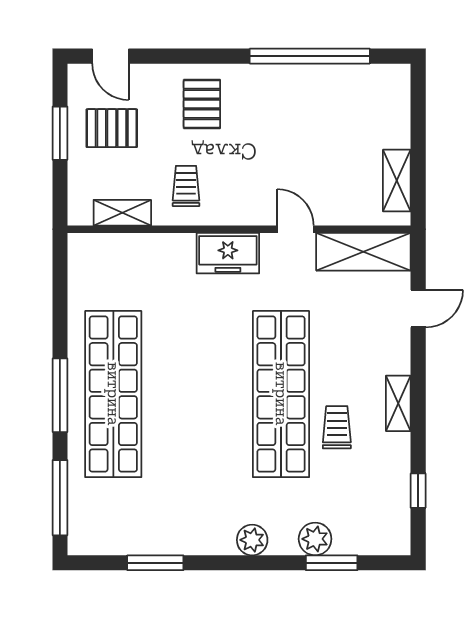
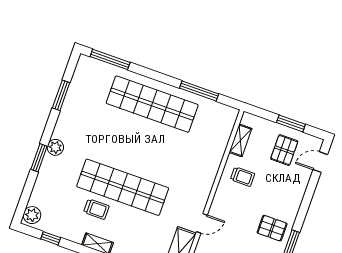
pallet: (202, 104) -> (272, 228), moved
freezer: (228, 253) -> (202, 186), removed
window: (60, 395) -> (199, 91), moved
plant: (315, 539) -> (32, 215), moved
window: (332, 563) -> (39, 158), moved

